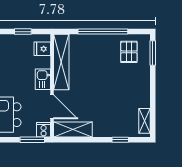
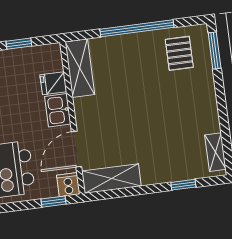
fridge: (42, 49) -> (53, 83), moved
shelving: (61, 62) -> (80, 68), width x0.68
door: (52, 107) -> (76, 149), swing flipped
window: (32, 140) -> (54, 202), width x0.67

